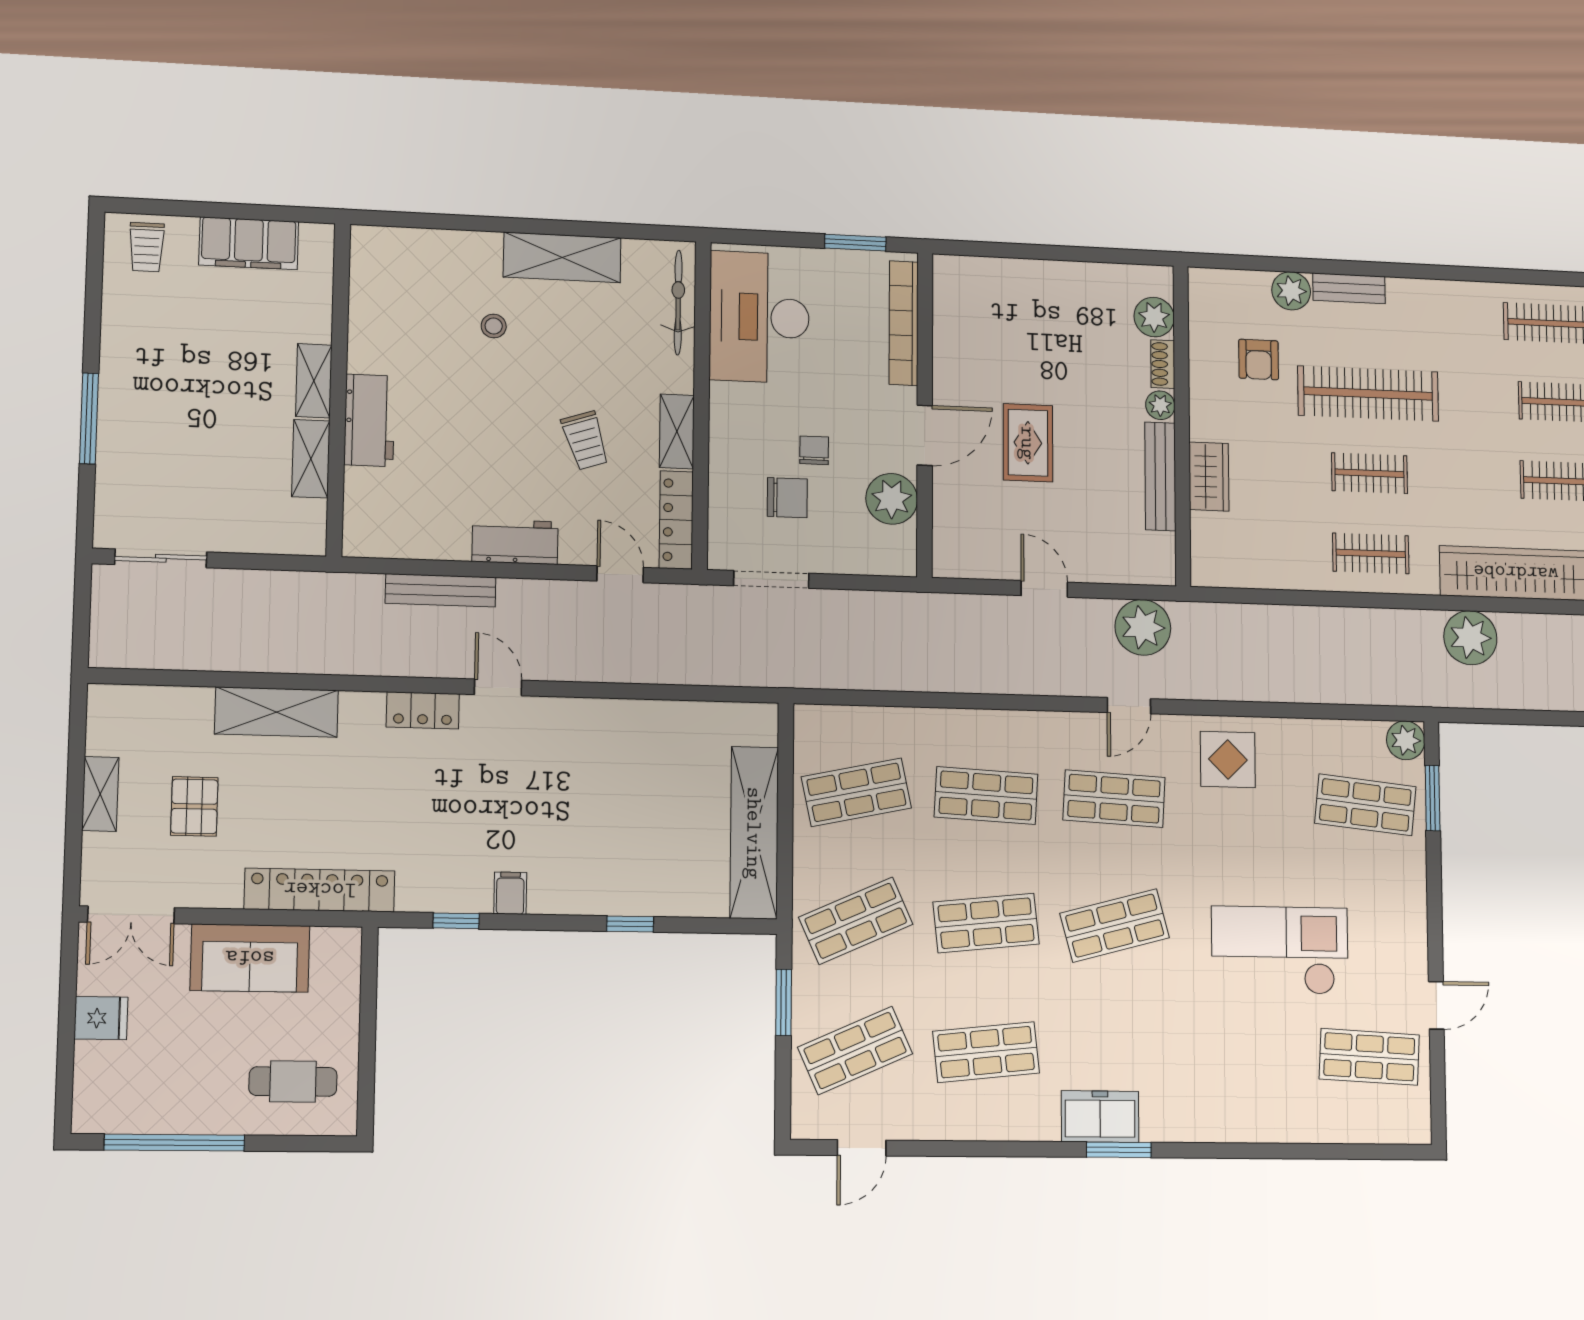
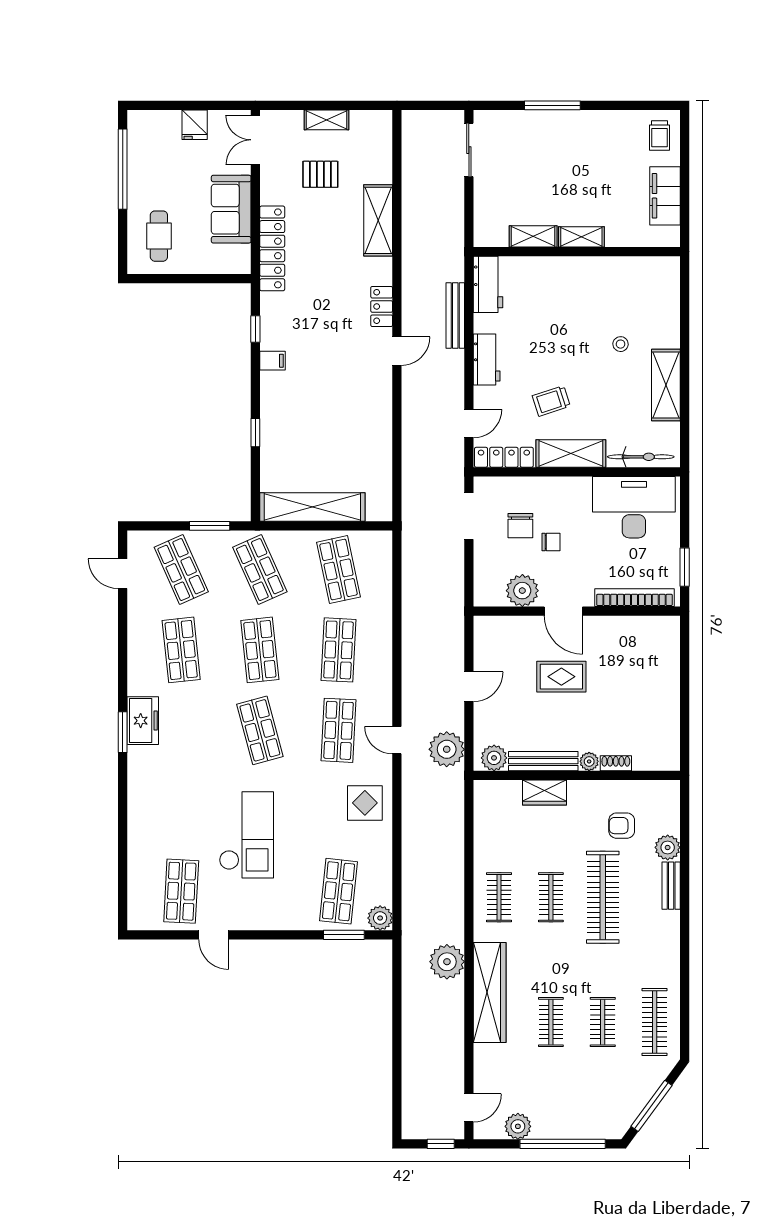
trolley: (147, 247) -> (659, 136), turned -90
plant: (1154, 317) -> (494, 758), moved
workbench: (369, 420) -> (488, 284), moved, turned -90
shelving: (677, 431) -> (571, 453), width x1.50, depth x1.33

